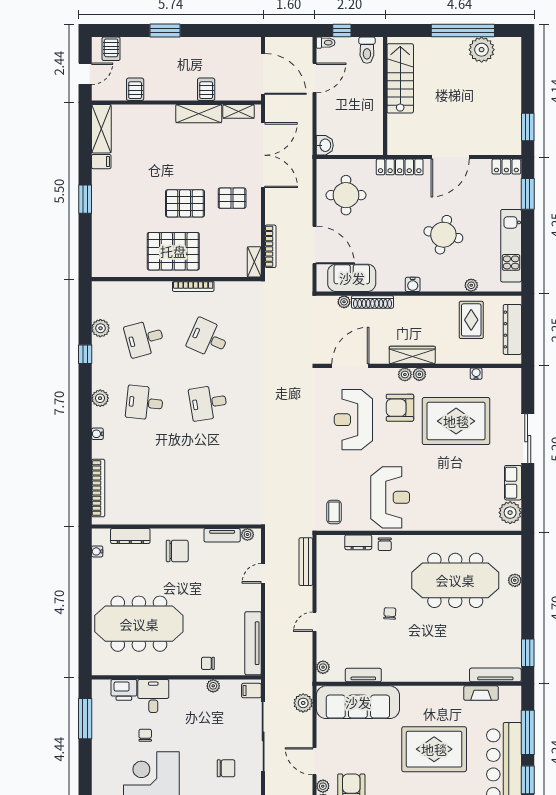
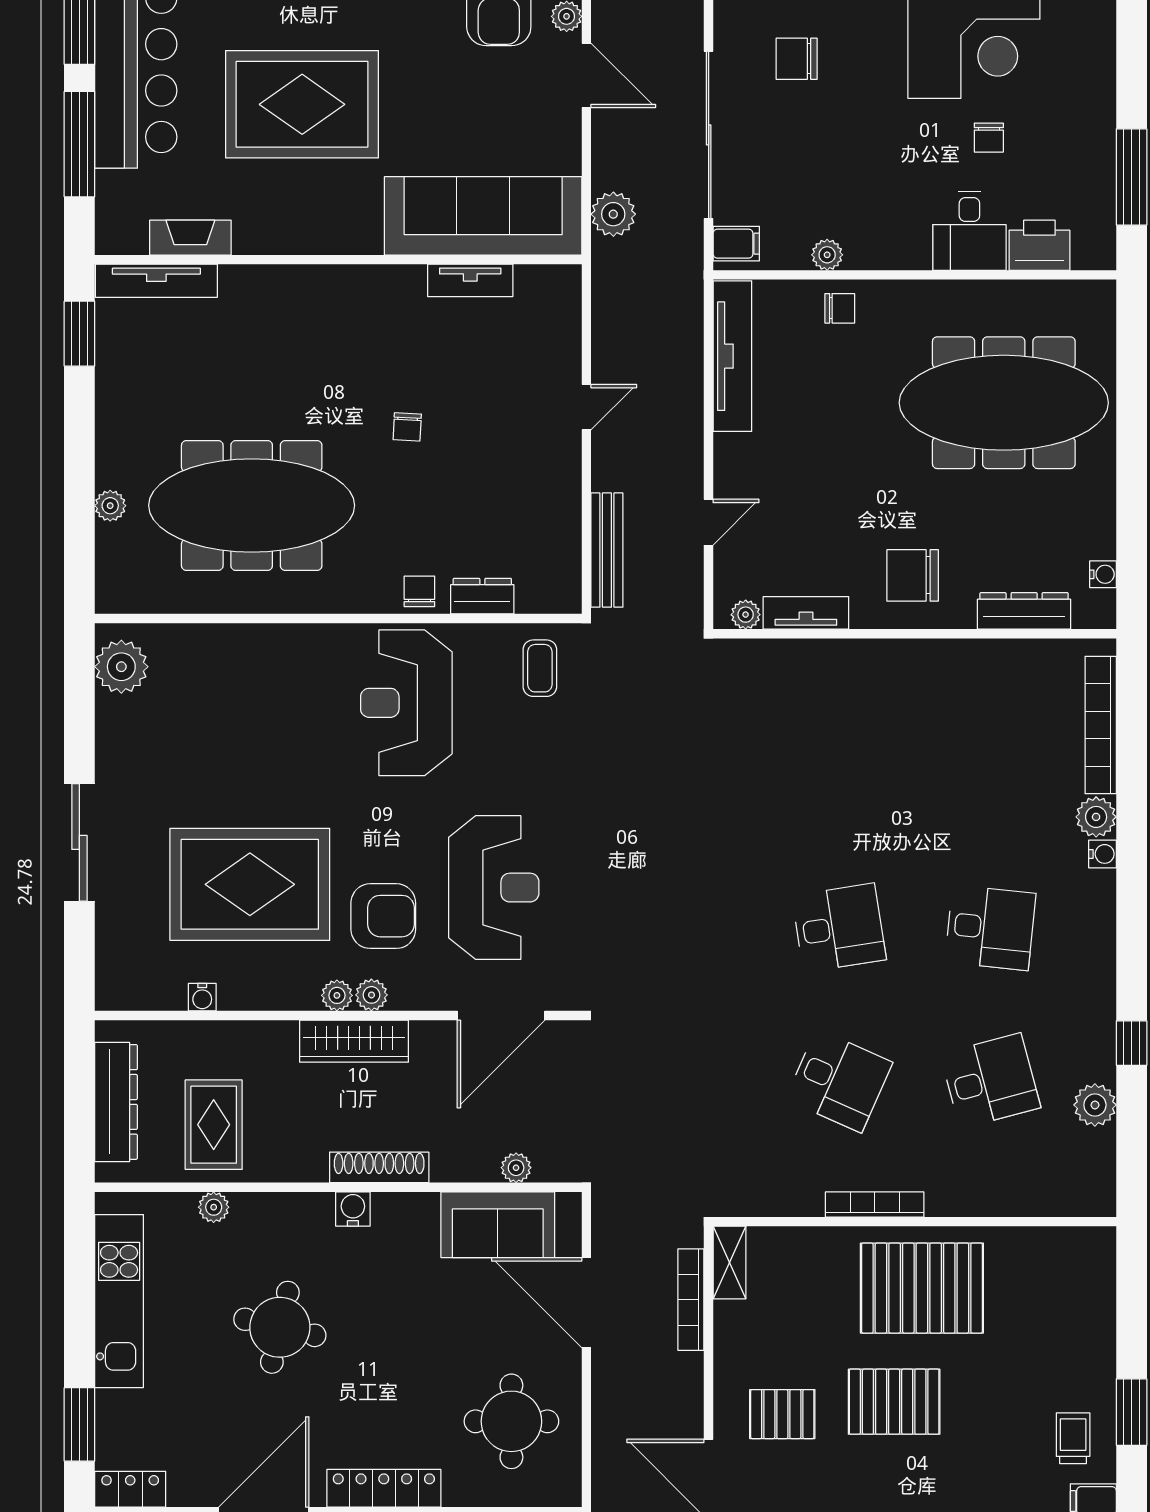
trolley: (110, 188) -> (1073, 1438), added
shoe rack: (372, 302) -> (379, 1167), moved
plant: (100, 398) -> (1096, 817), moved
row of seats: (513, 483) -> (114, 738), removed
plant: (323, 667) -> (566, 299), removed

